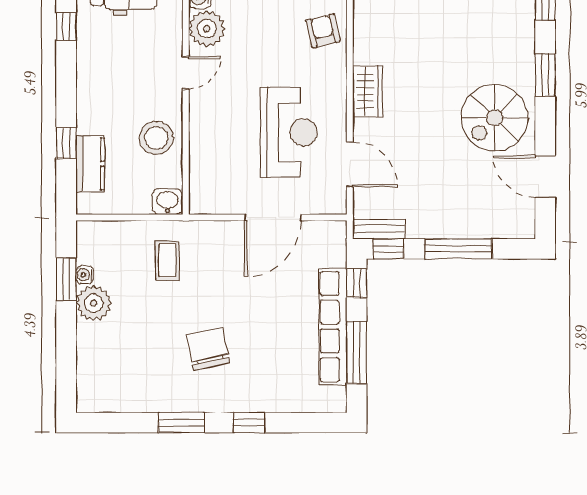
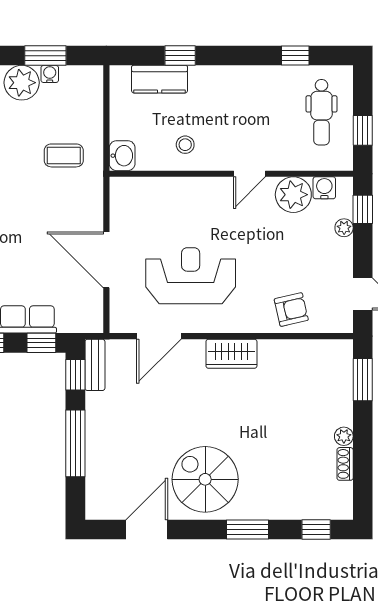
door: (186, 73) -> (250, 174), hinge flipped
reception desk: (289, 132) -> (191, 276), turned 180
stool: (156, 138) -> (185, 145), width x0.53, depth x0.53

